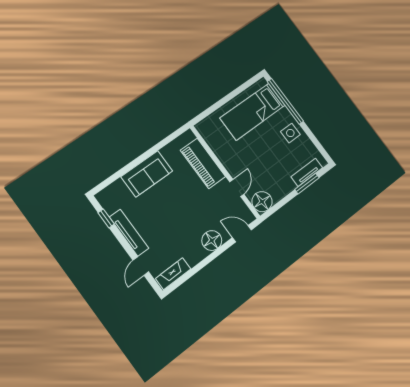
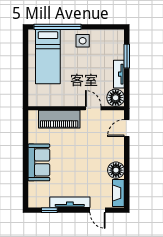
tv unit: (307, 172) -> (119, 74), moved
floor lamp: (212, 241) -> (116, 170), moved

